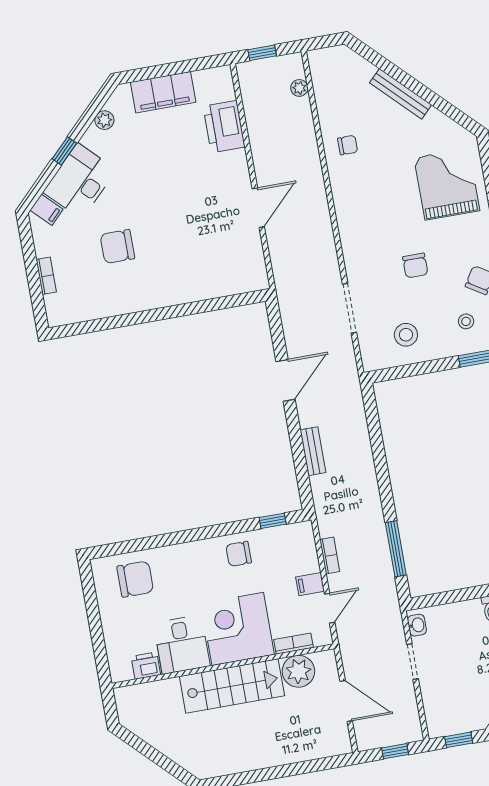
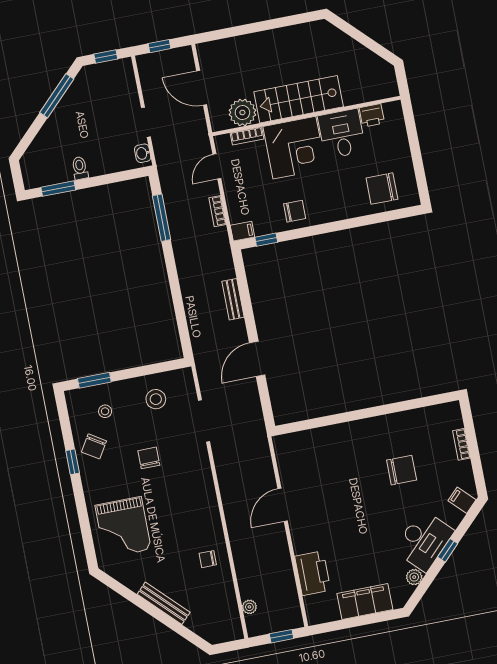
desk: (80, 181) -> (424, 541), moved
filing cabinet: (310, 584) -> (242, 231), moved

